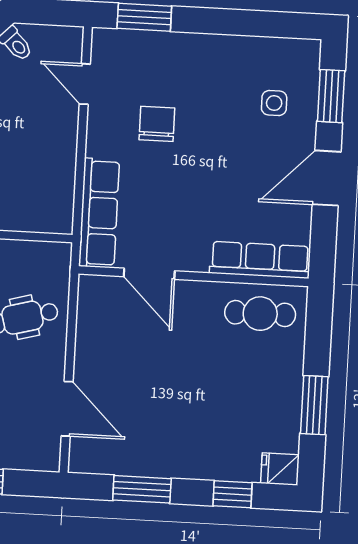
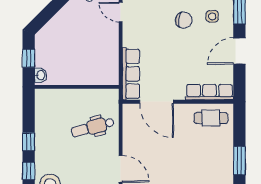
chair: (157, 124) -> (184, 20), moved, turned 98
door: (149, 274) -> (157, 102), width x1.36

